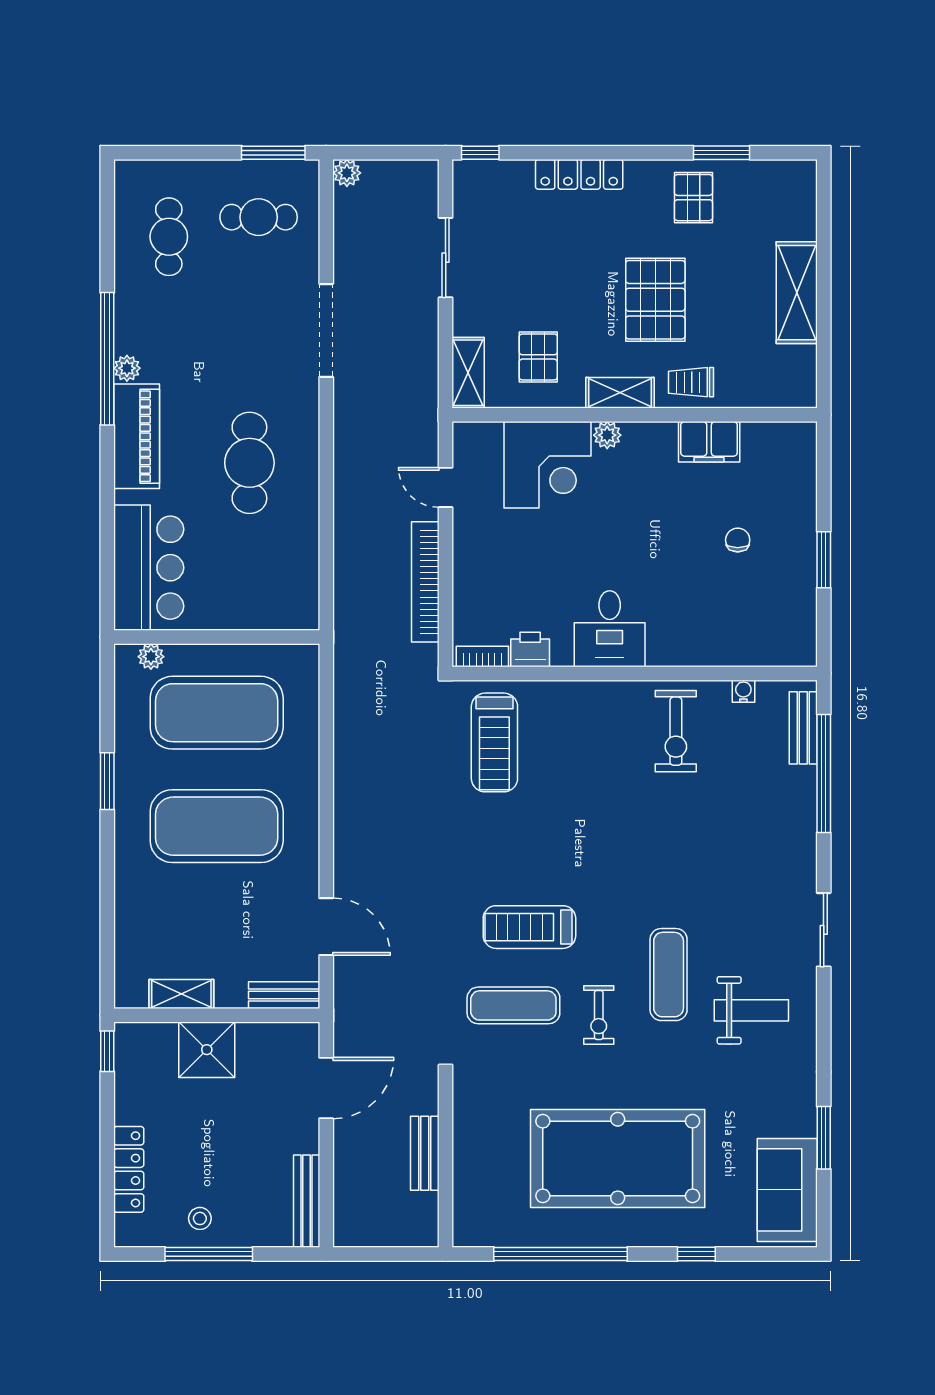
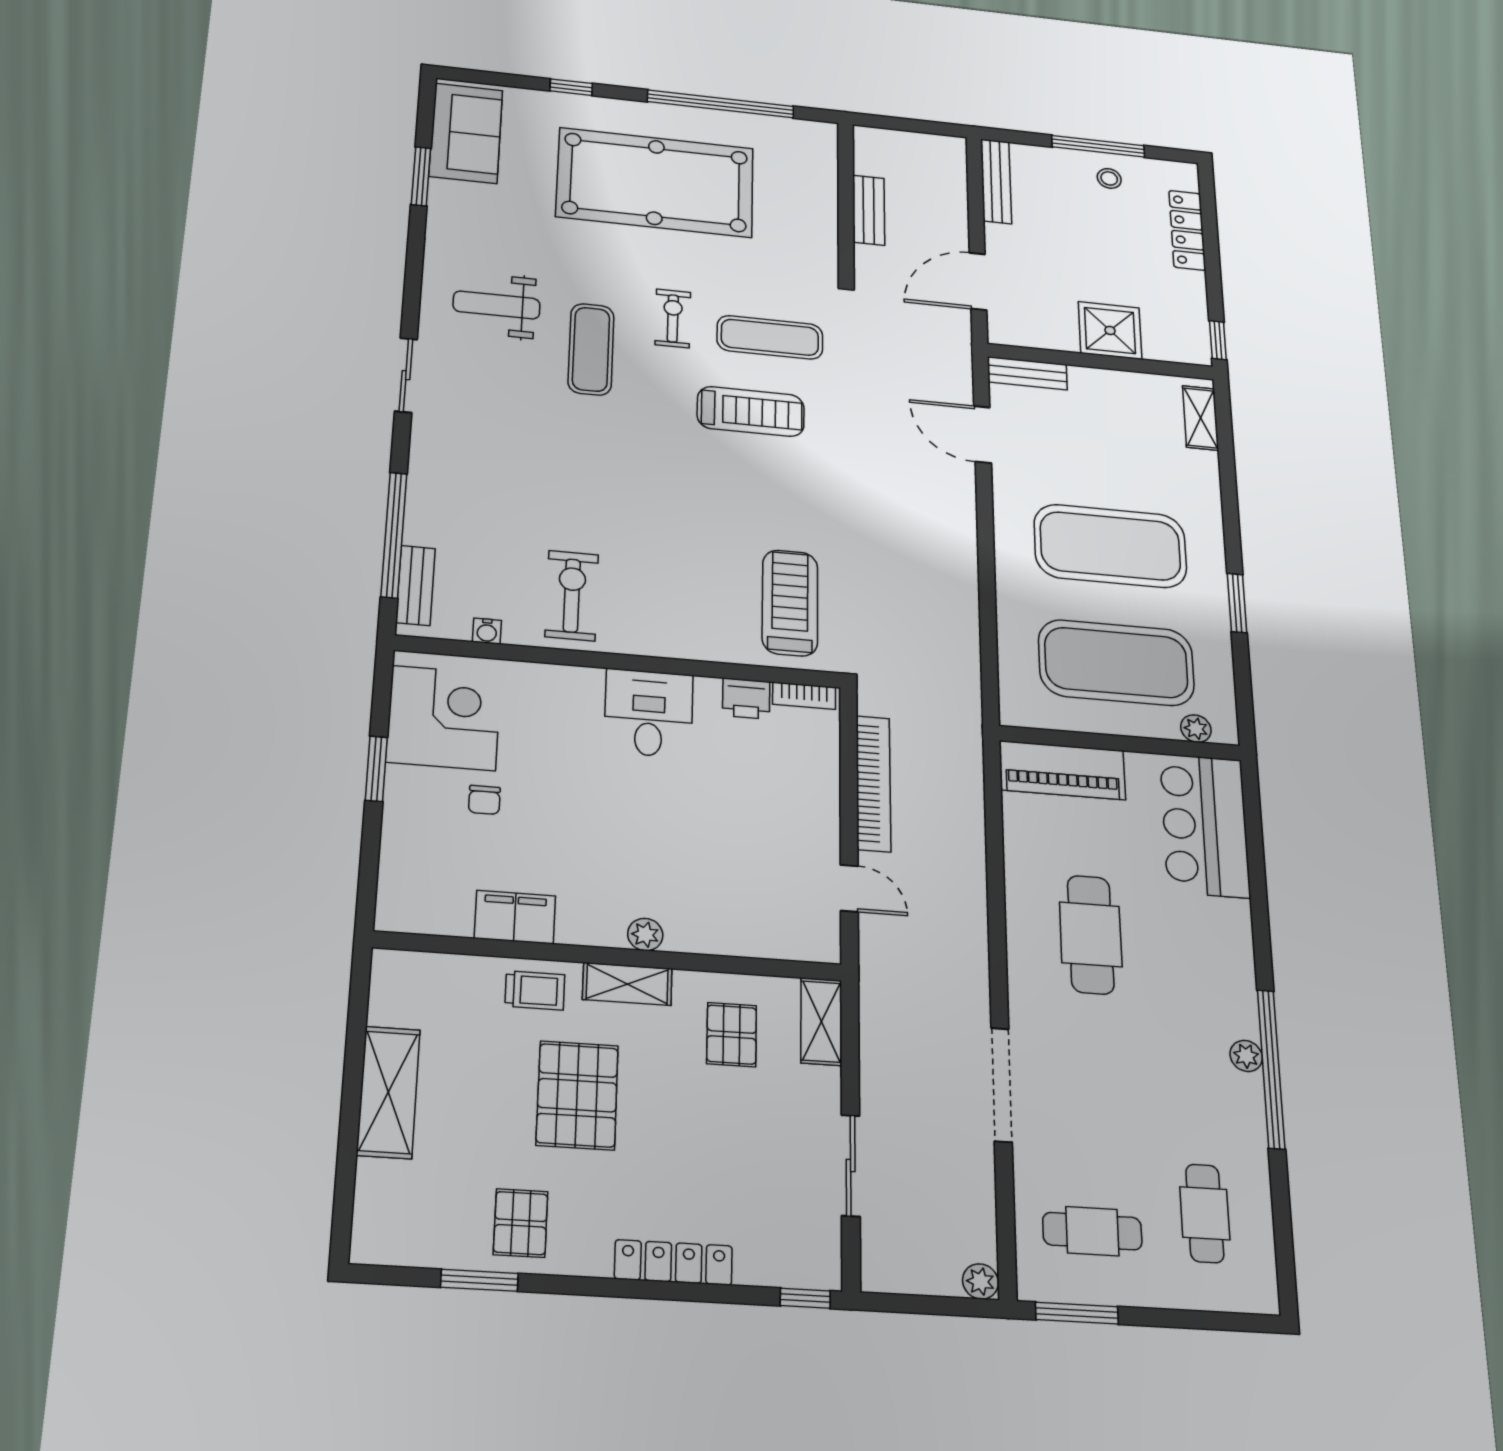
piano: (137, 436) -> (1062, 770), moved, turned -90
corner desk: (547, 465) -> (444, 718), moved, turned 90
shelving: (181, 994) -> (1201, 418), moved, turned 90

